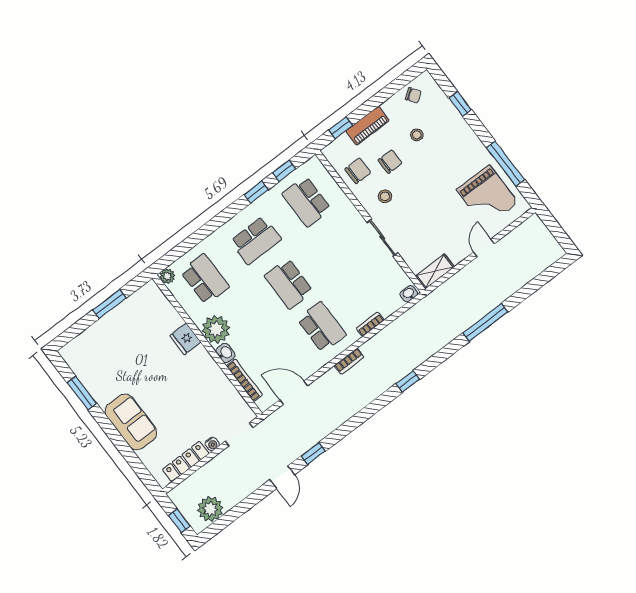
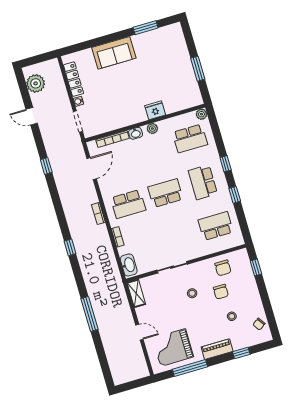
piano: (367, 126) -> (217, 349), moved, turned 90
window: (284, 171) -> (226, 164), moved
stool: (385, 196) -> (192, 293), moved
washbasin: (409, 294) -> (129, 265), width x1.91, depth x1.45
plant: (216, 329) -> (152, 129), width x0.53, depth x0.53
door: (282, 477) -> (32, 116), moved
window: (179, 521) -> (36, 60), removed

